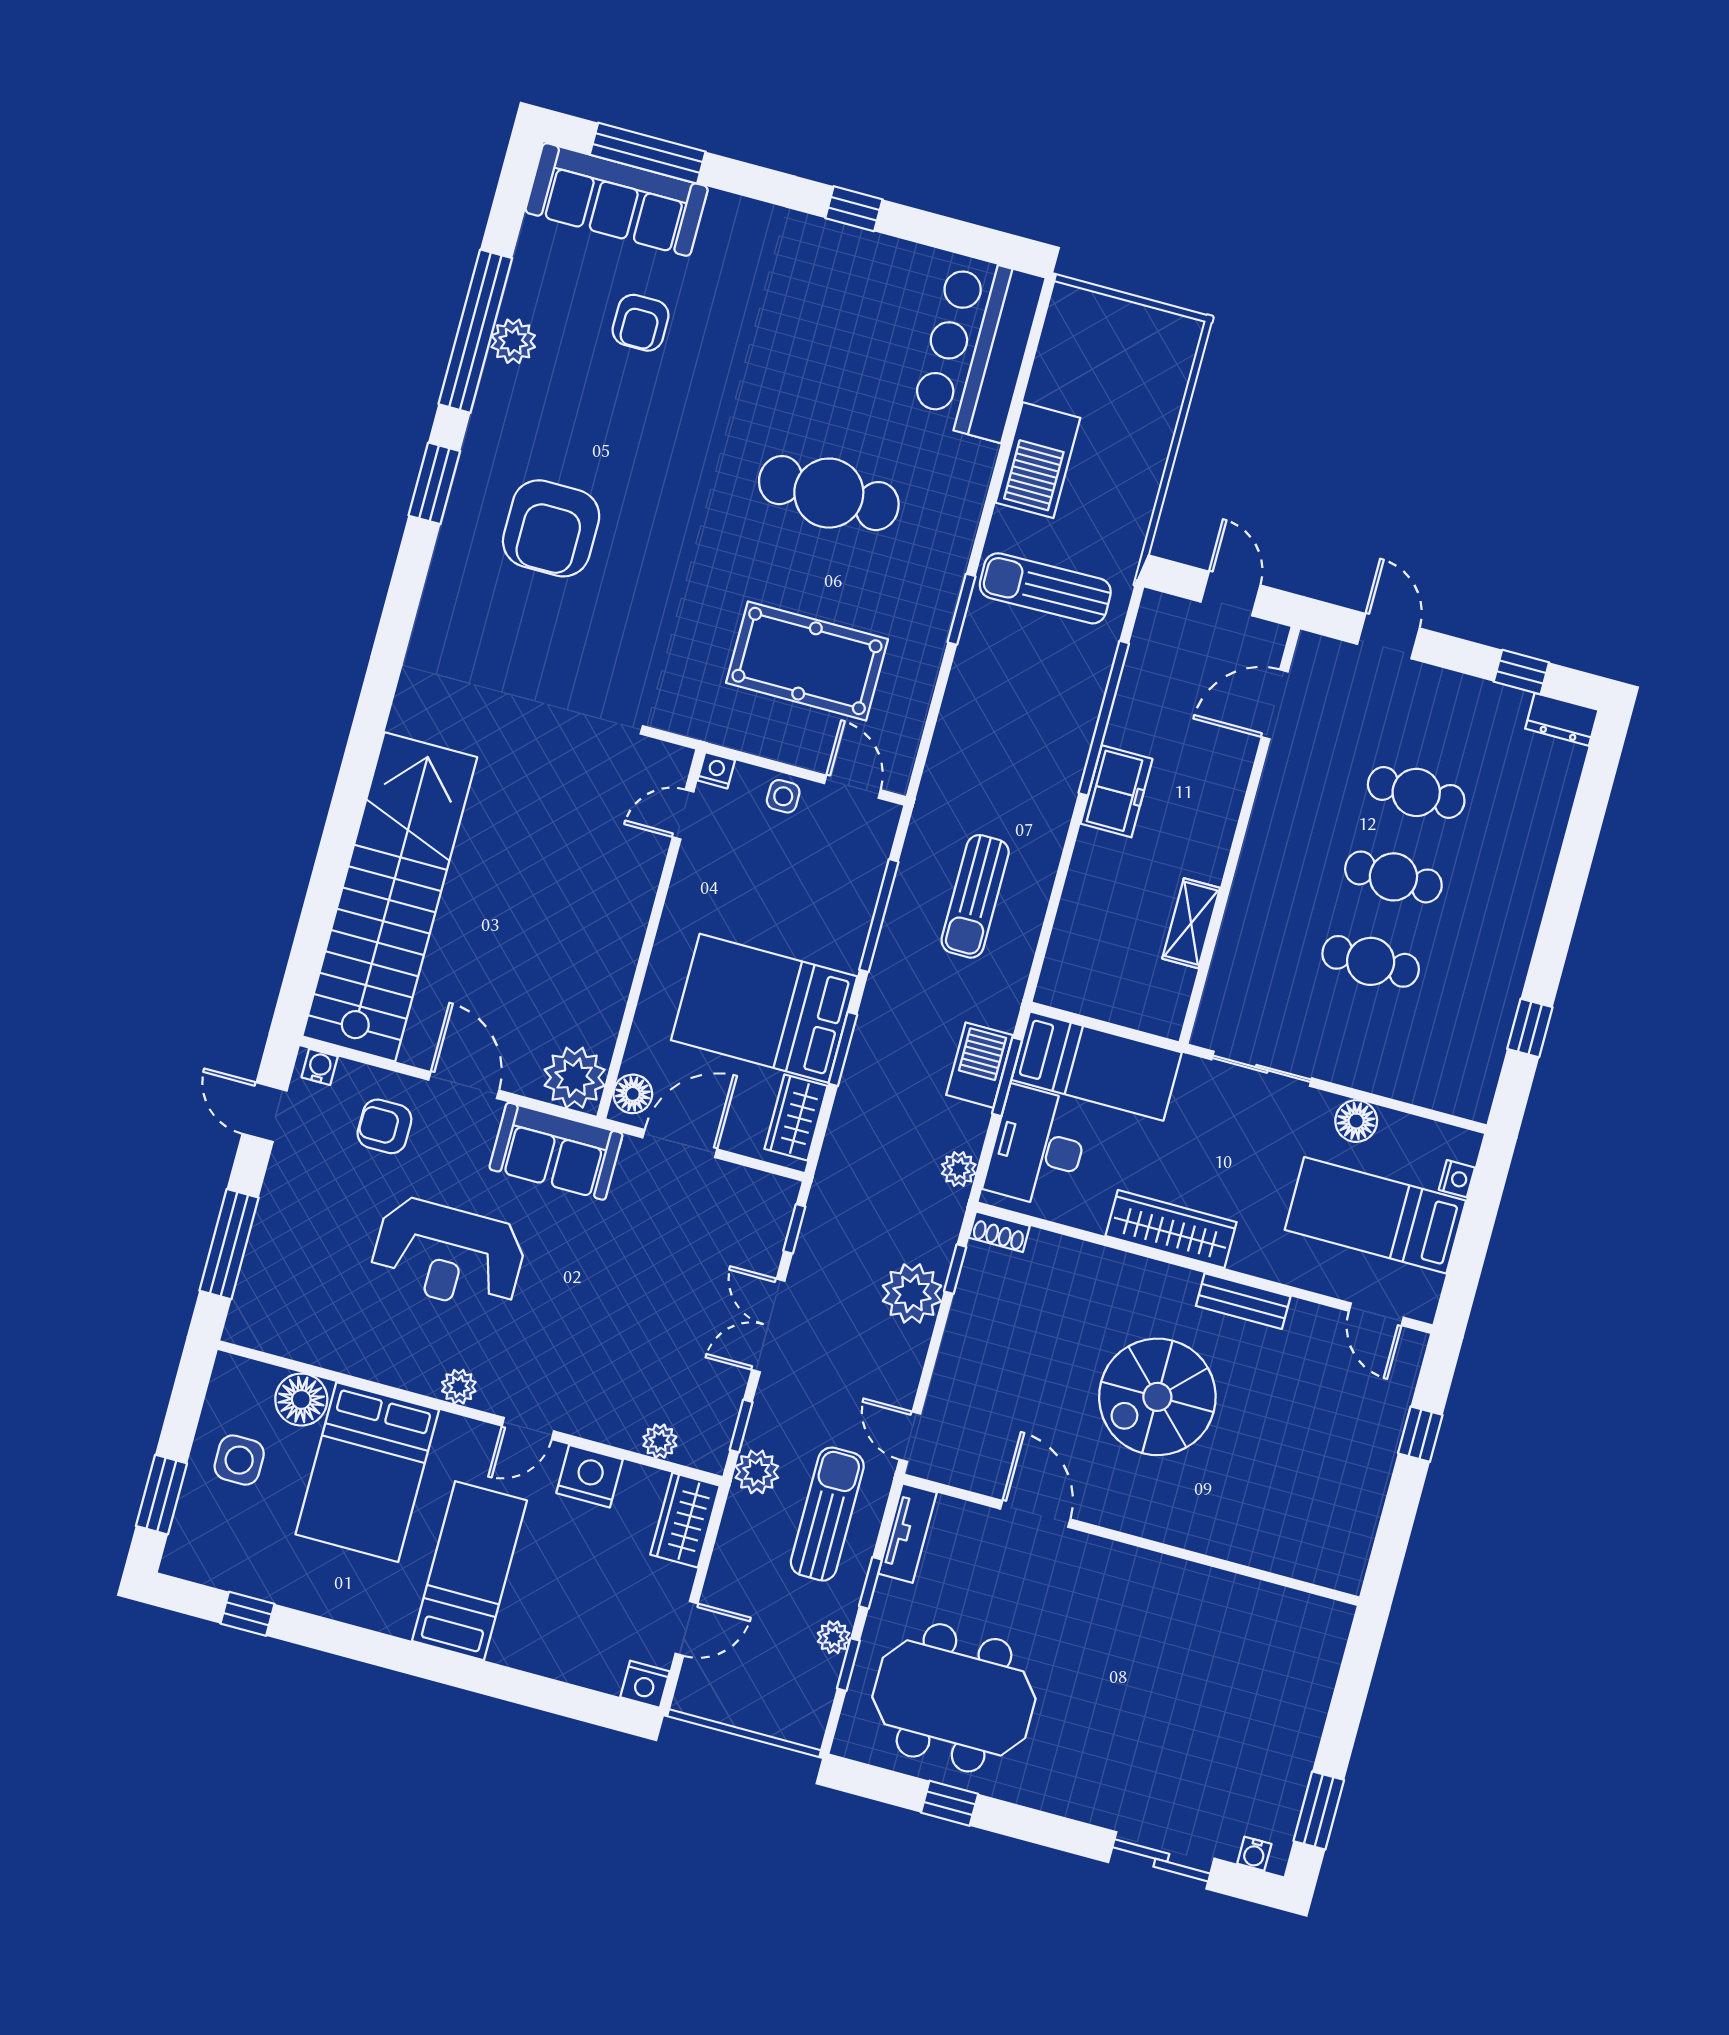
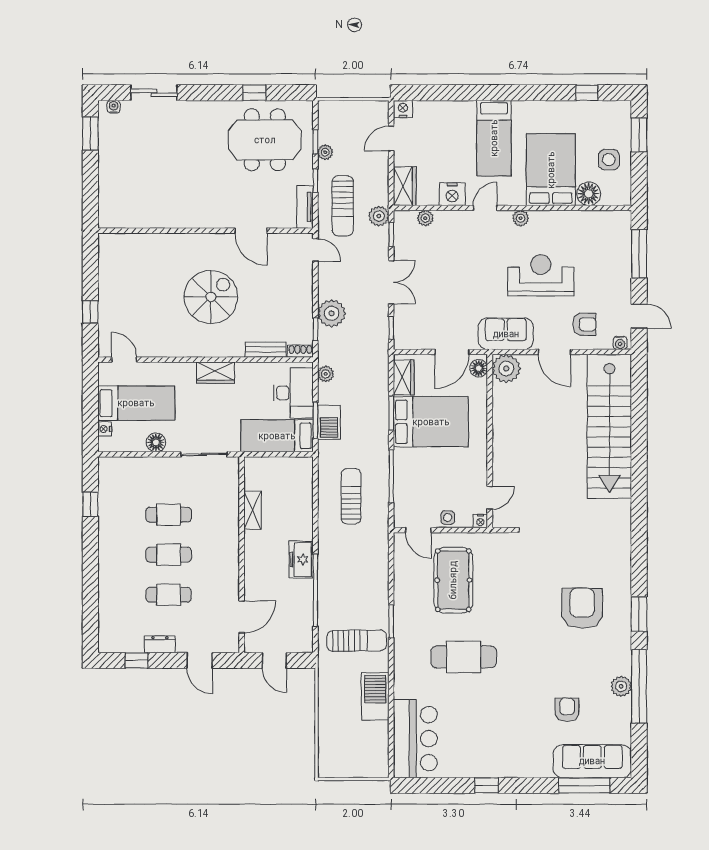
pool table: (807, 661) -> (453, 580), turned 90
dresser: (1562, 719) -> (160, 644), moved
wardrobe: (1171, 1229) -> (215, 373), width x0.67
bench: (1243, 1301) -> (266, 349), moved

